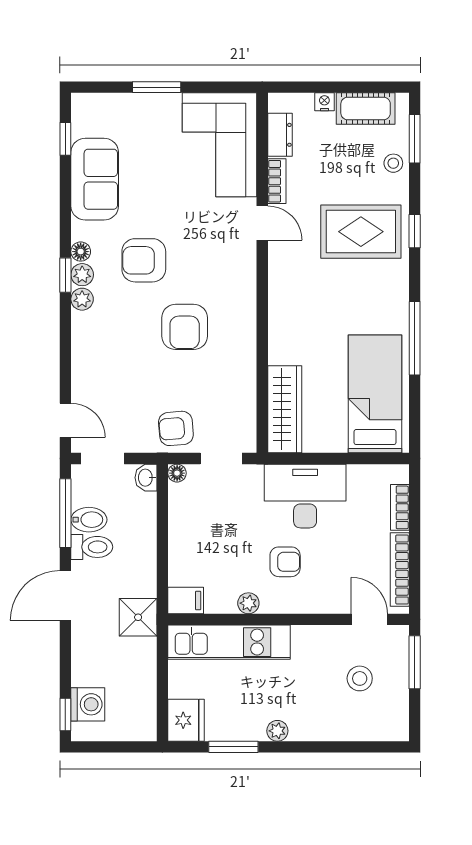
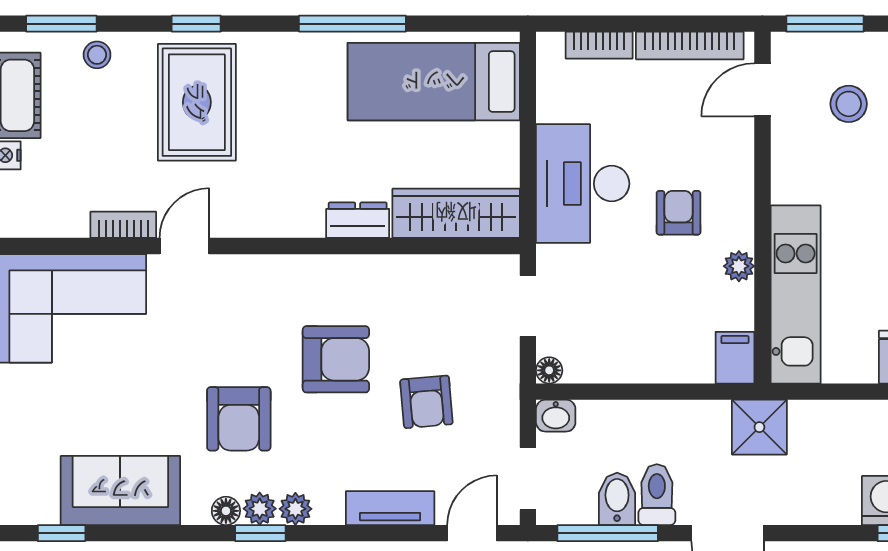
dresser: (280, 135) -> (358, 220), moved
tv unit: (83, 364) -> (390, 508), added
armchair: (176, 428) -> (426, 402), moved

